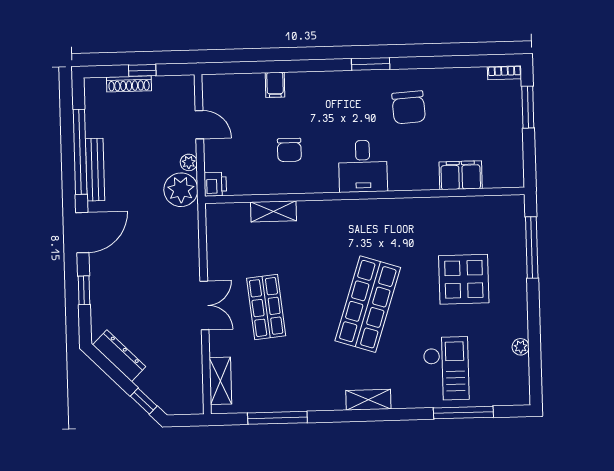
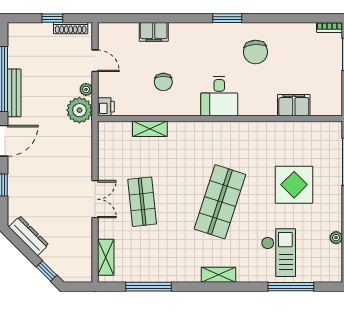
shoe rack: (129, 84) -> (71, 28), moved
filing cabinet: (275, 85) -> (154, 32), width x2.00

